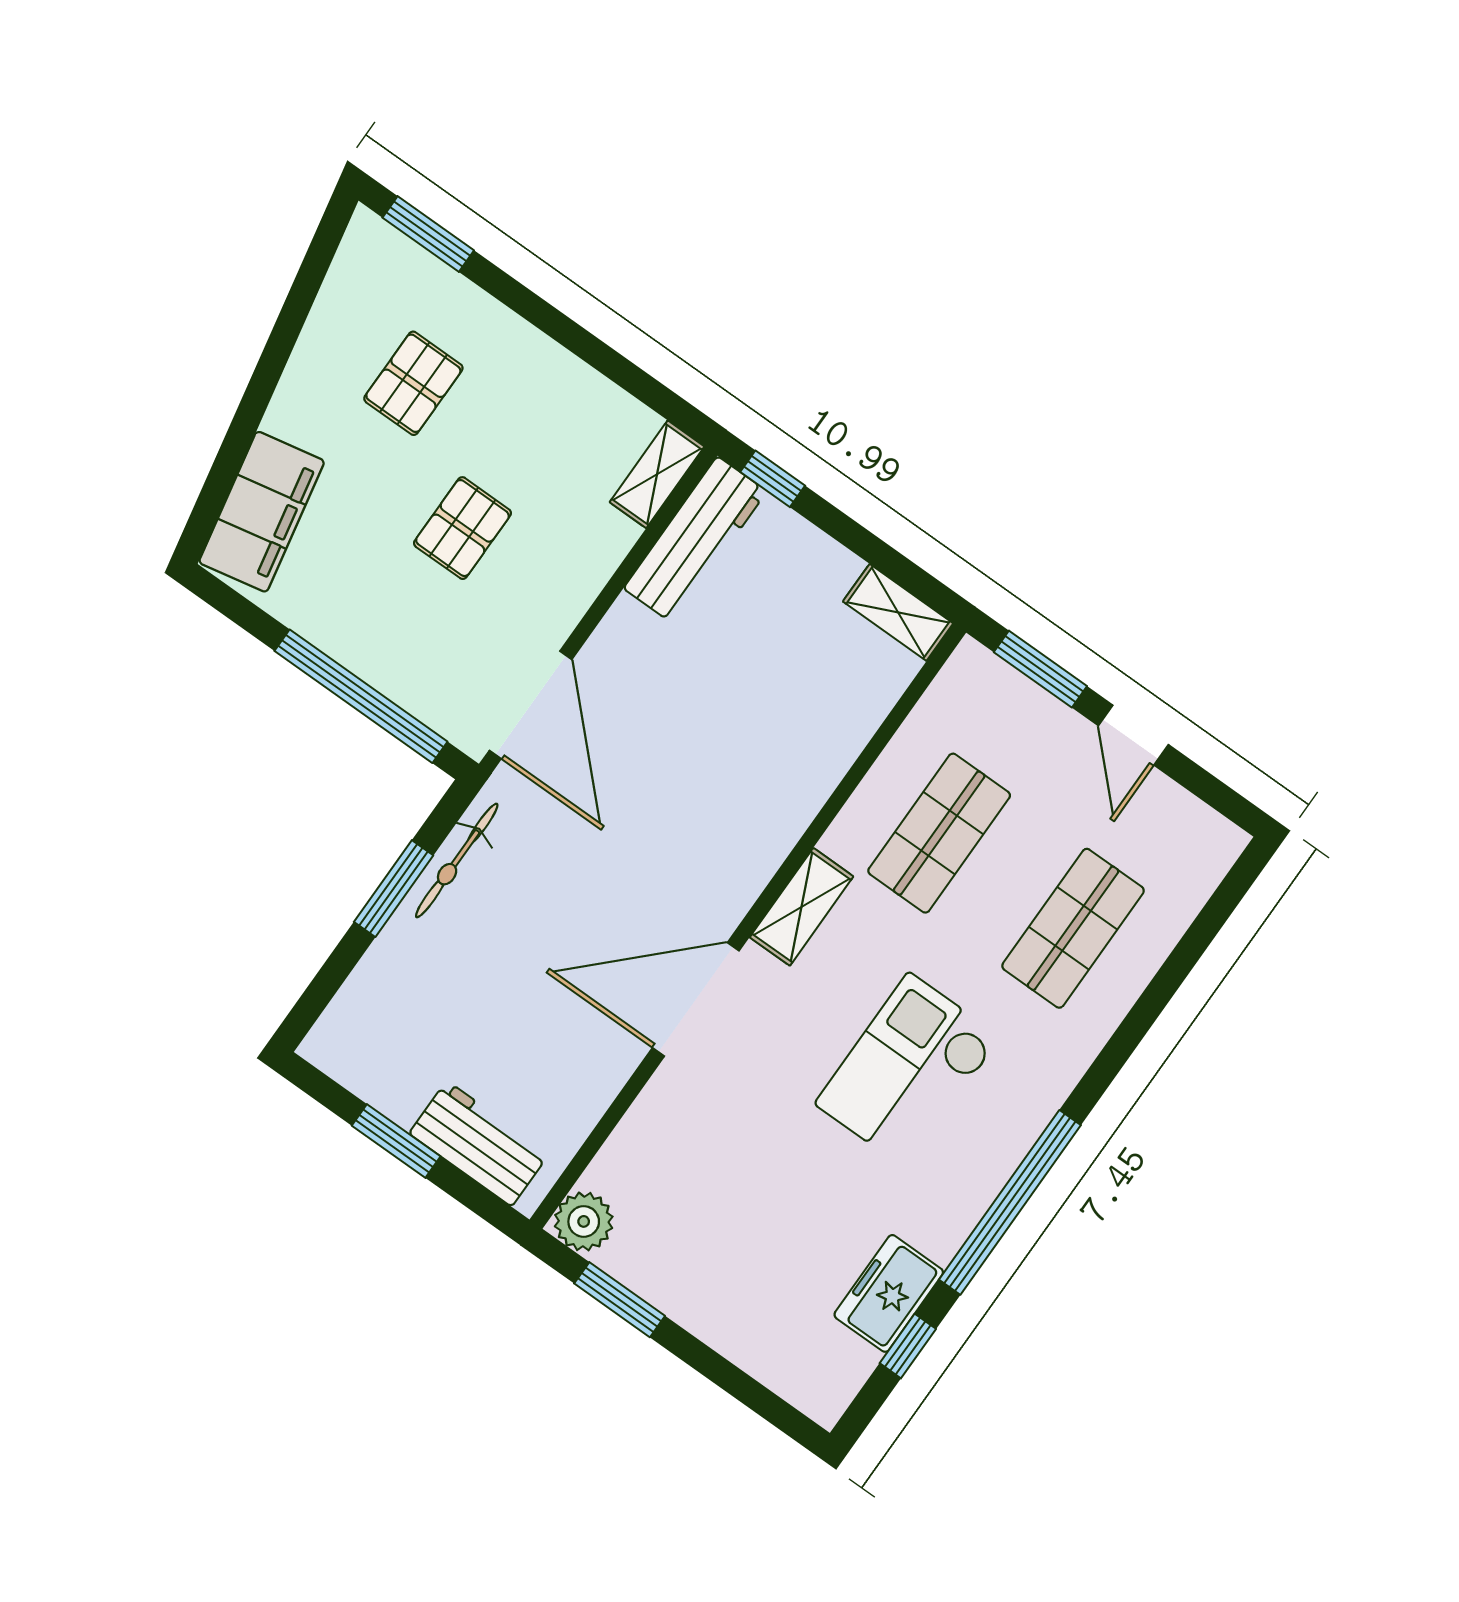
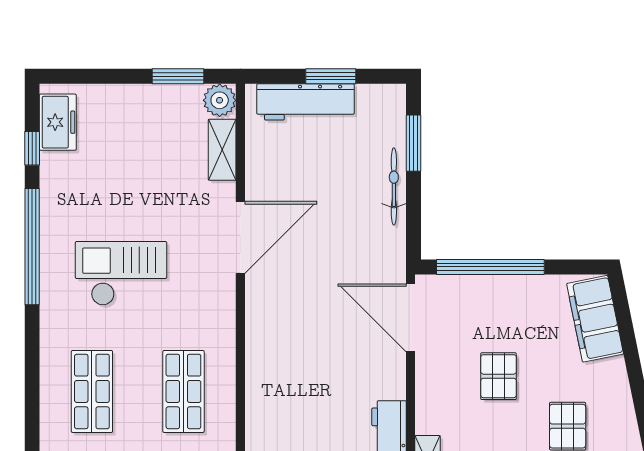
bicycle: (457, 861) -> (394, 186), moved
window: (394, 889) -> (413, 143), moved
shelving: (802, 907) -> (222, 150), moved
checkout: (908, 1071) -> (121, 273), turned -90
workbench: (479, 1144) -> (305, 102), width x1.38
freezer: (889, 1293) -> (58, 122), moved

